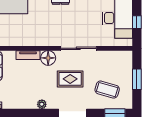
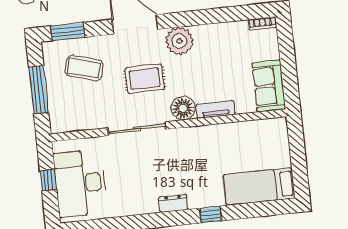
window: (137, 79) -> (39, 90), width x1.44
plant: (42, 104) -> (179, 41), width x1.87, depth x1.87

